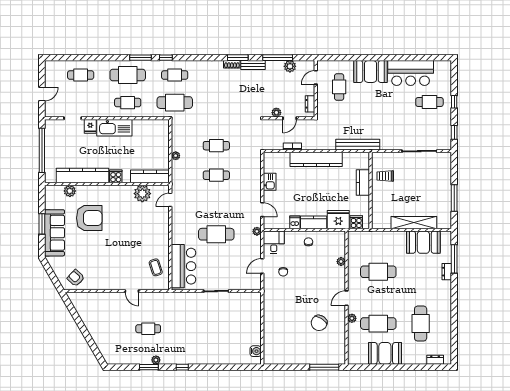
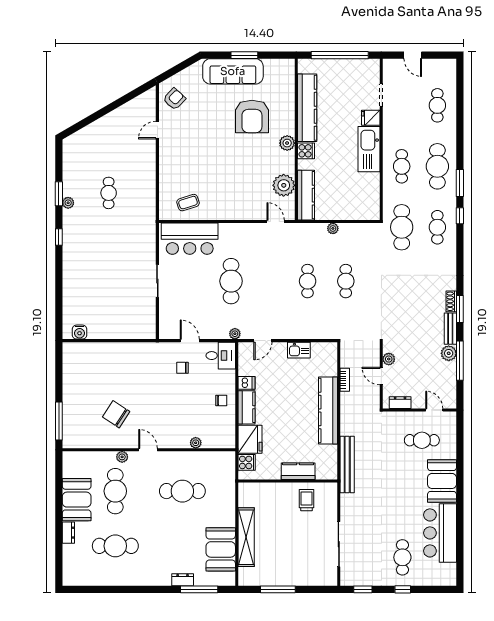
plant: (290, 66) -> (449, 353), moved
plant: (70, 191) -> (287, 143), moved
cafe table: (378, 272) -> (182, 491), turned 90
door: (132, 291) -> (157, 130), moved
dresser: (435, 360) -> (68, 533), moved

